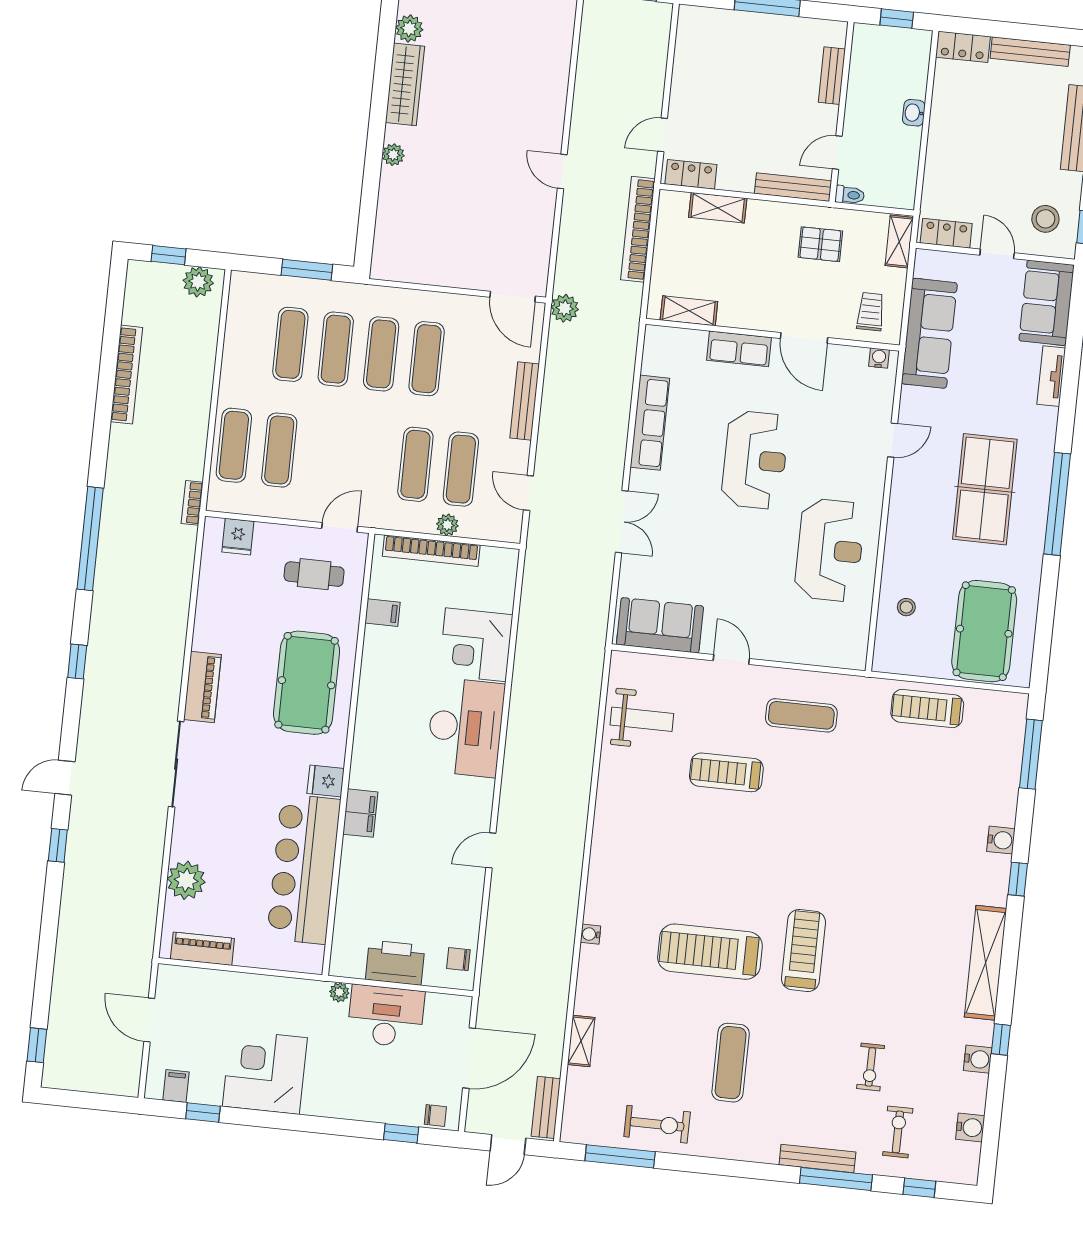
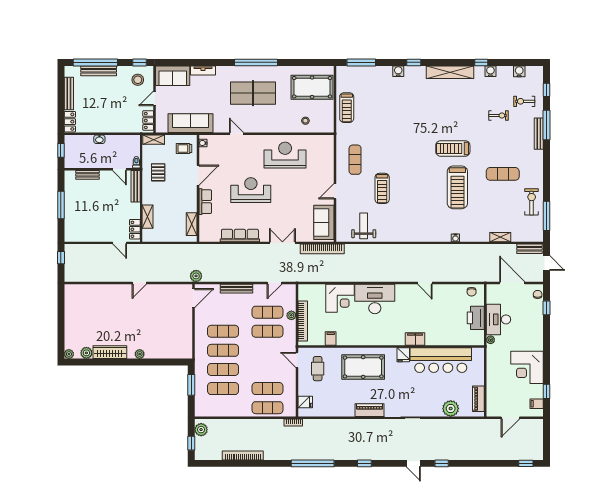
bookcase: (638, 229) -> (322, 249), moved

